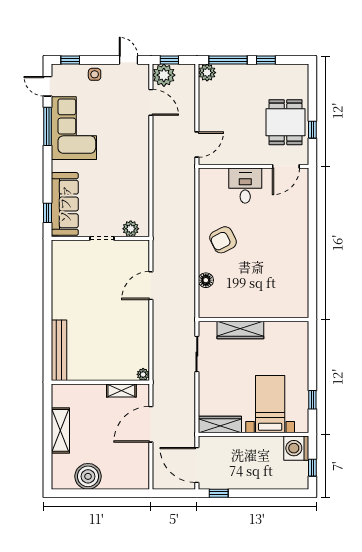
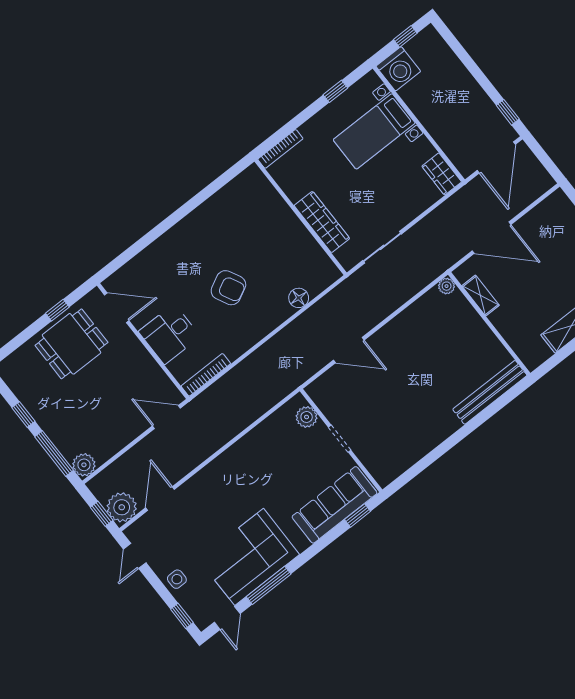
bookcase: (204, 188) -> (206, 375), added
armchair: (223, 240) -> (228, 288), moved
bookcase: (304, 340) -> (280, 149), added
wardrobe: (220, 424) -> (442, 174), width x0.67

